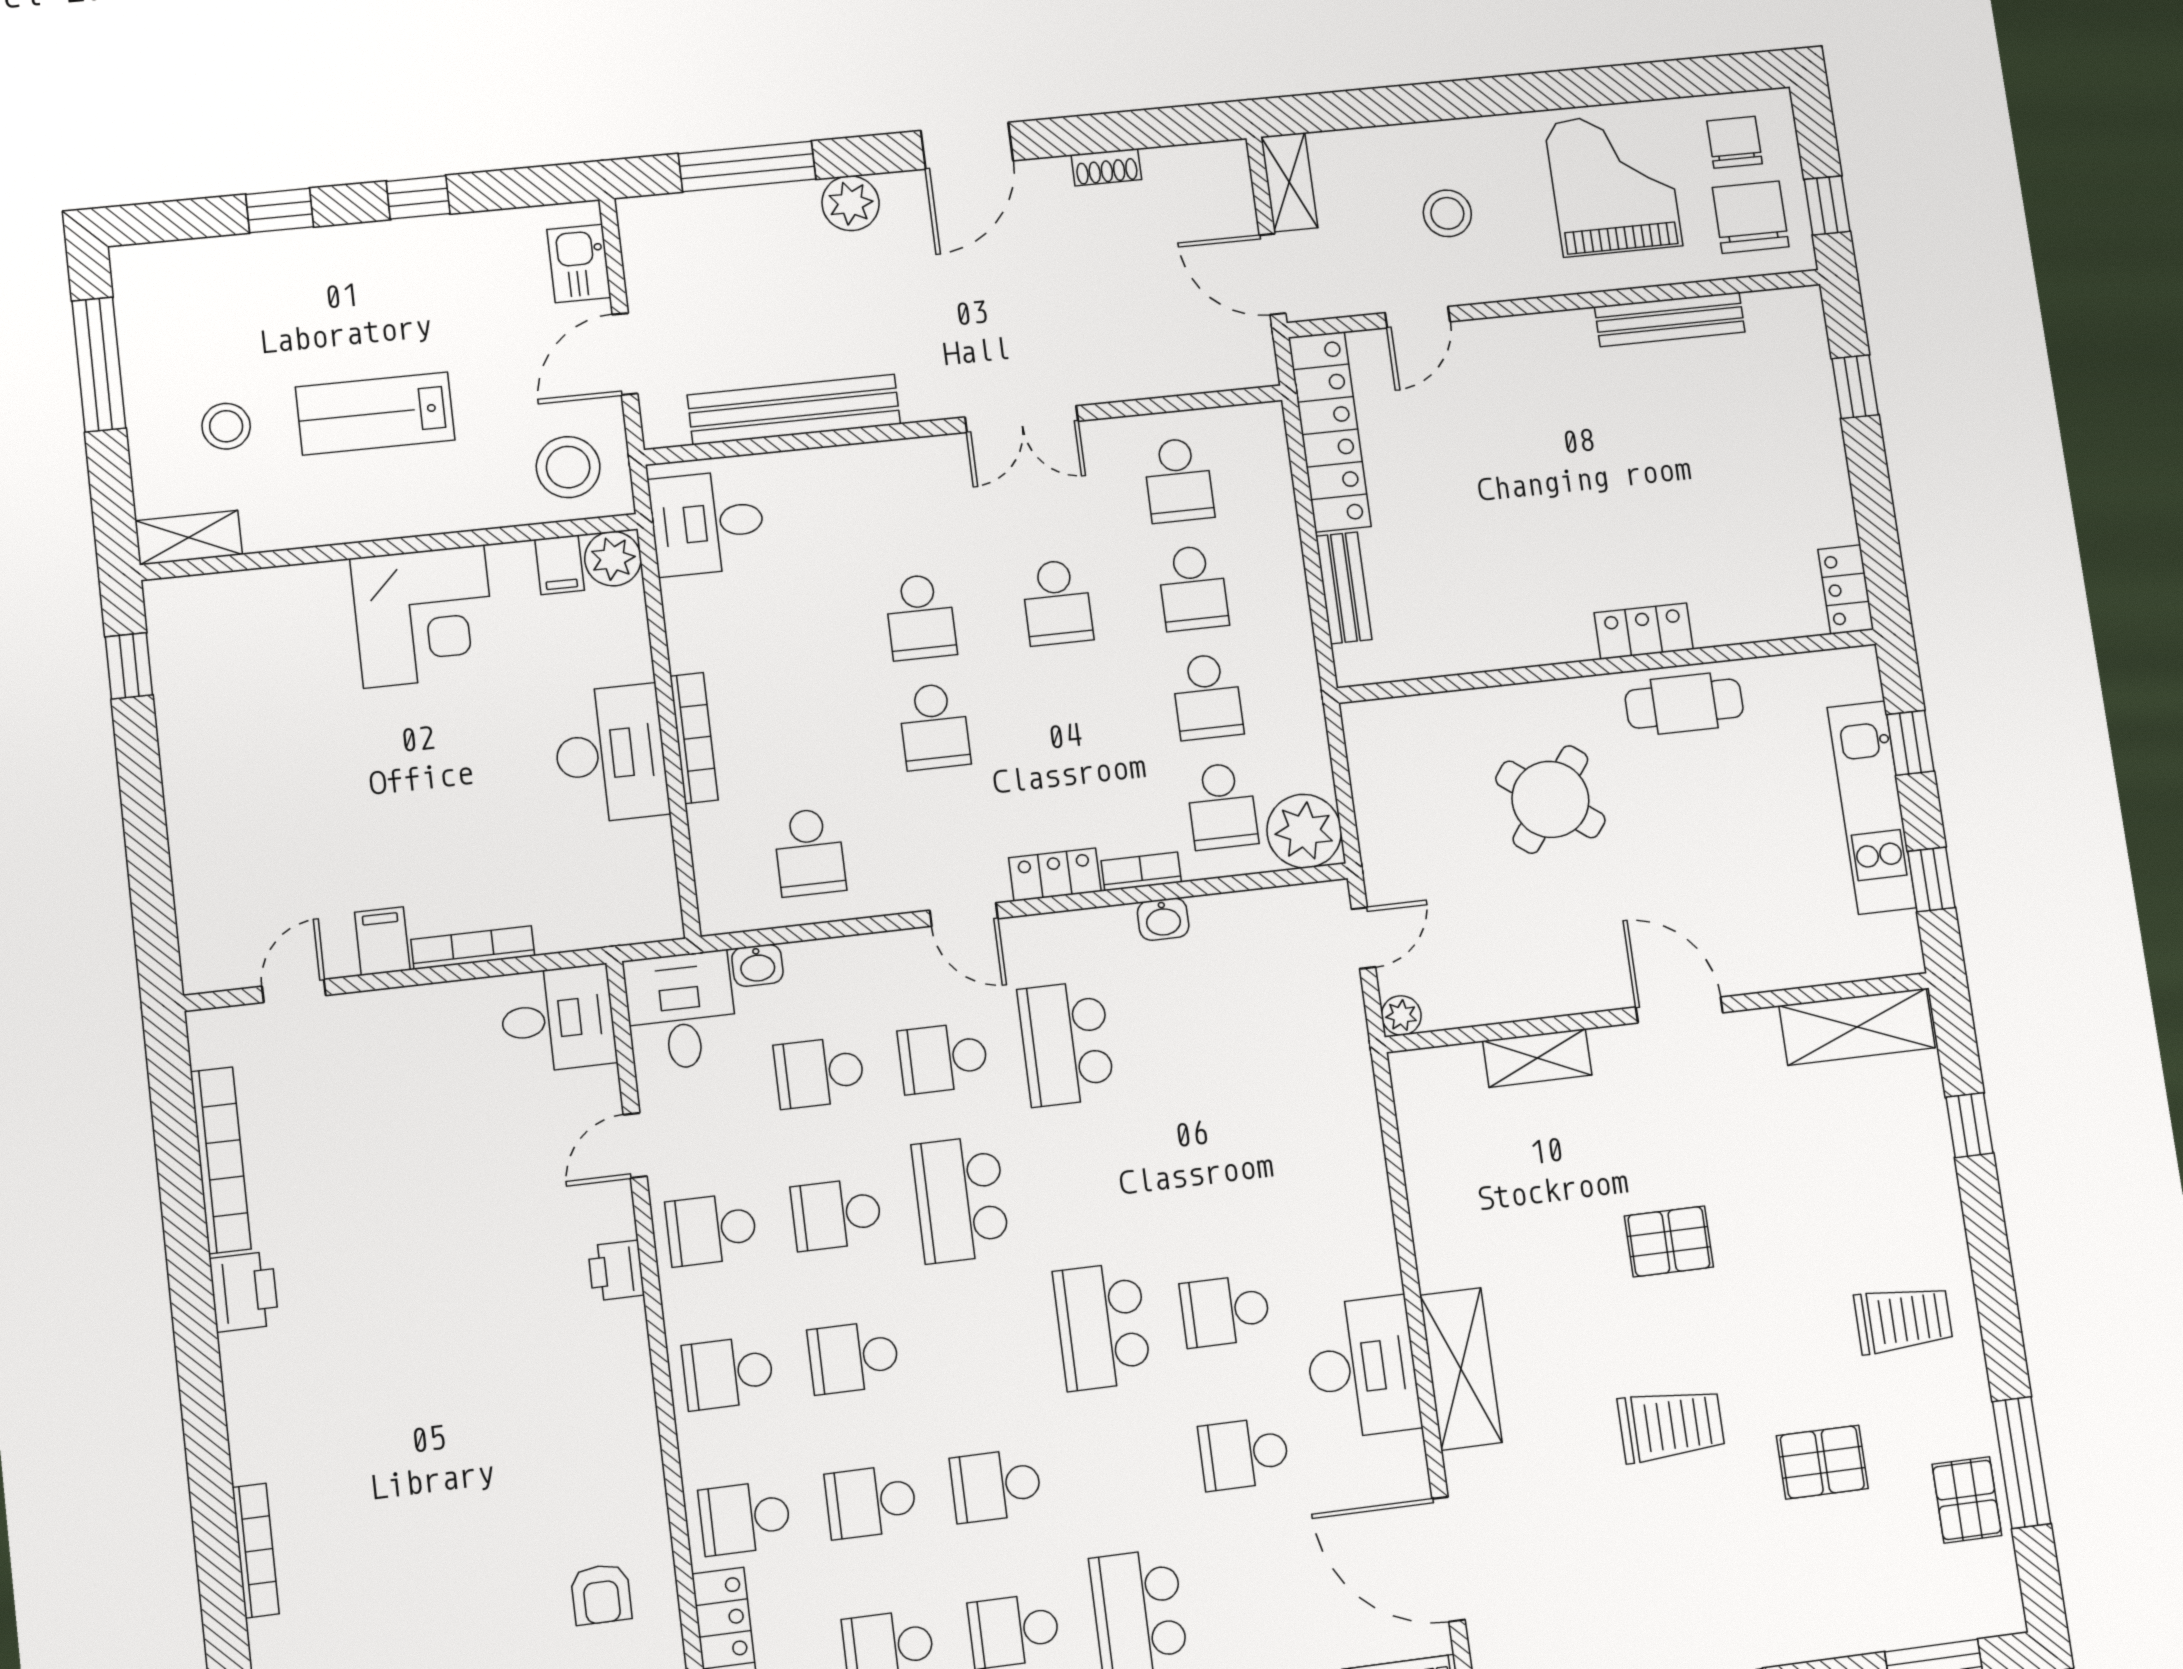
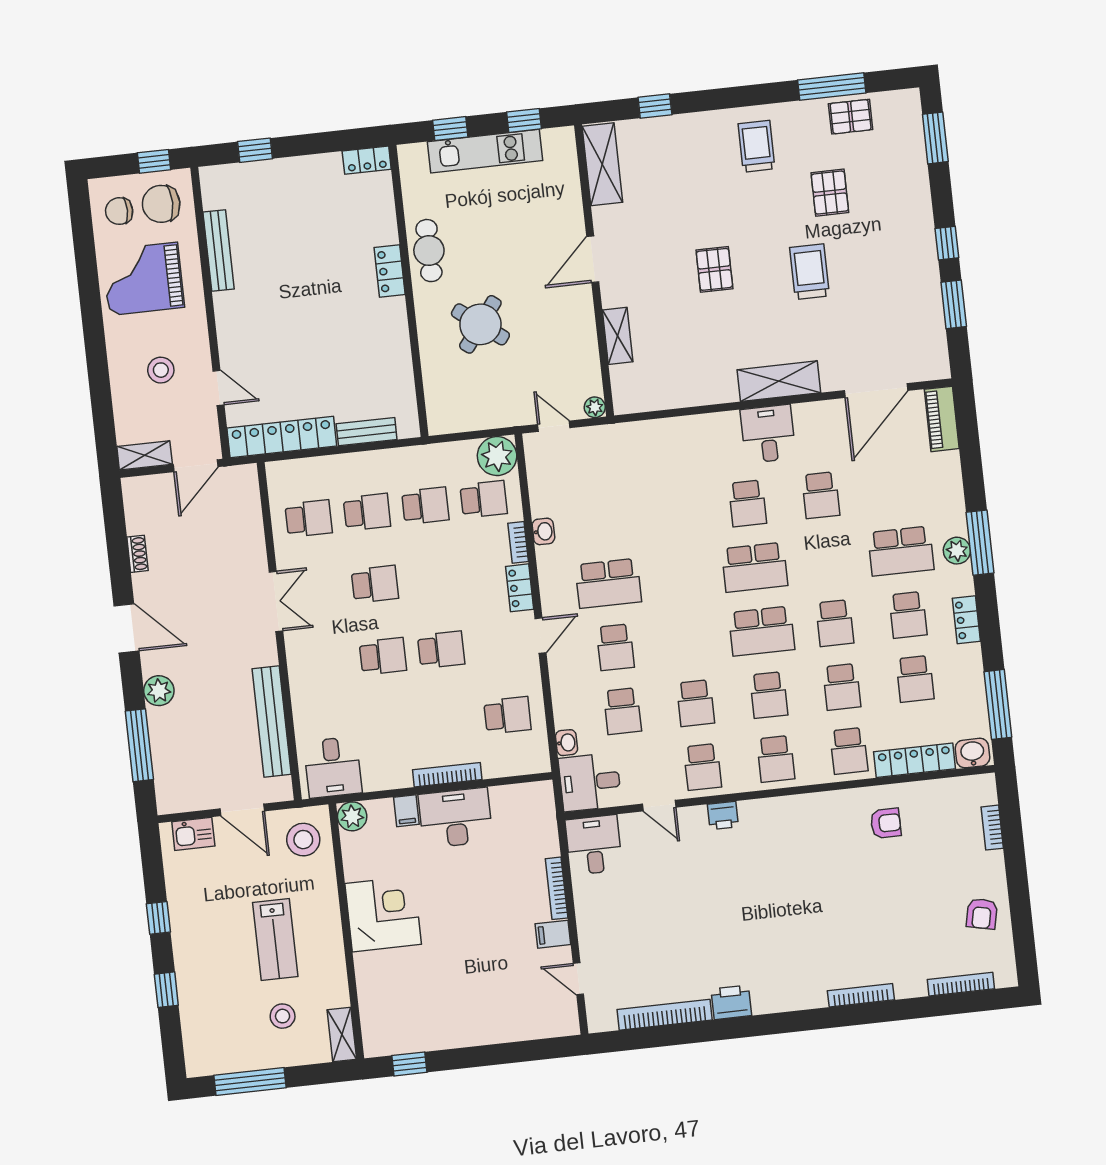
filing cabinet: (560, 565) -> (406, 811), moved, turned 90
school desk: (961, 1199) -> (762, 631), moved
desk: (1362, 1367) -> (768, 434), width x0.73

